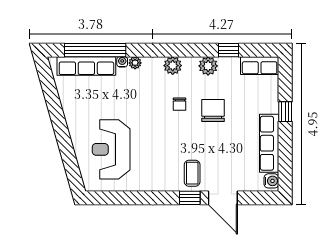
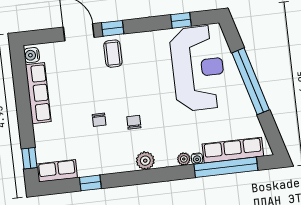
plant: (208, 66) -> (109, 164), removed
chair: (213, 110) -> (99, 120), width x0.54, depth x0.54
window: (285, 112) -> (29, 158), moved
window: (61, 131) -> (251, 81), added
reception desk: (111, 149) -> (198, 68), width x1.36, depth x1.30
window: (122, 198) -> (181, 20), added

